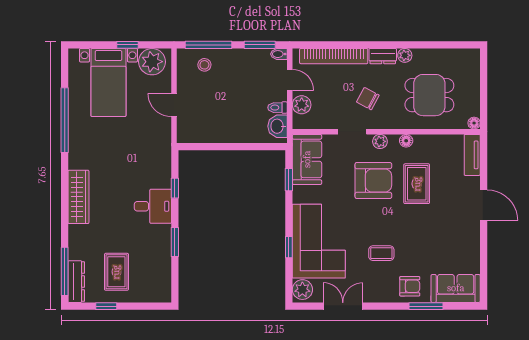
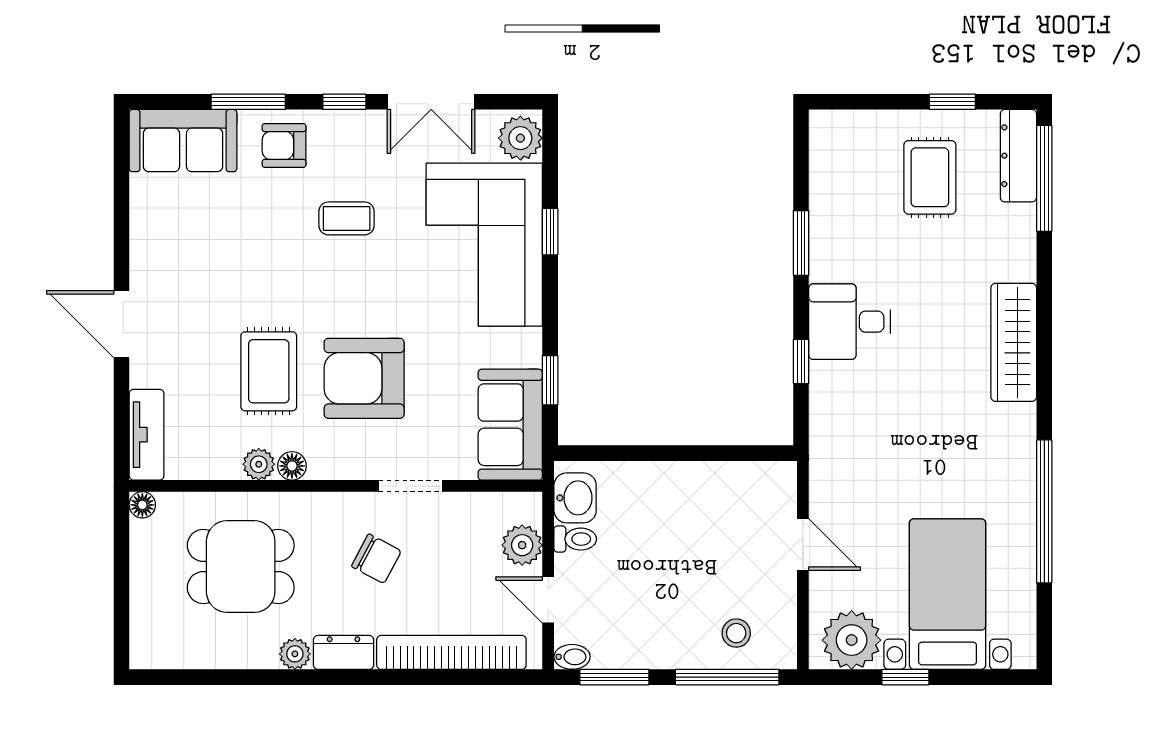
plant: (380, 141) -> (259, 464), moved
window: (382, 306) -> (344, 102), added

